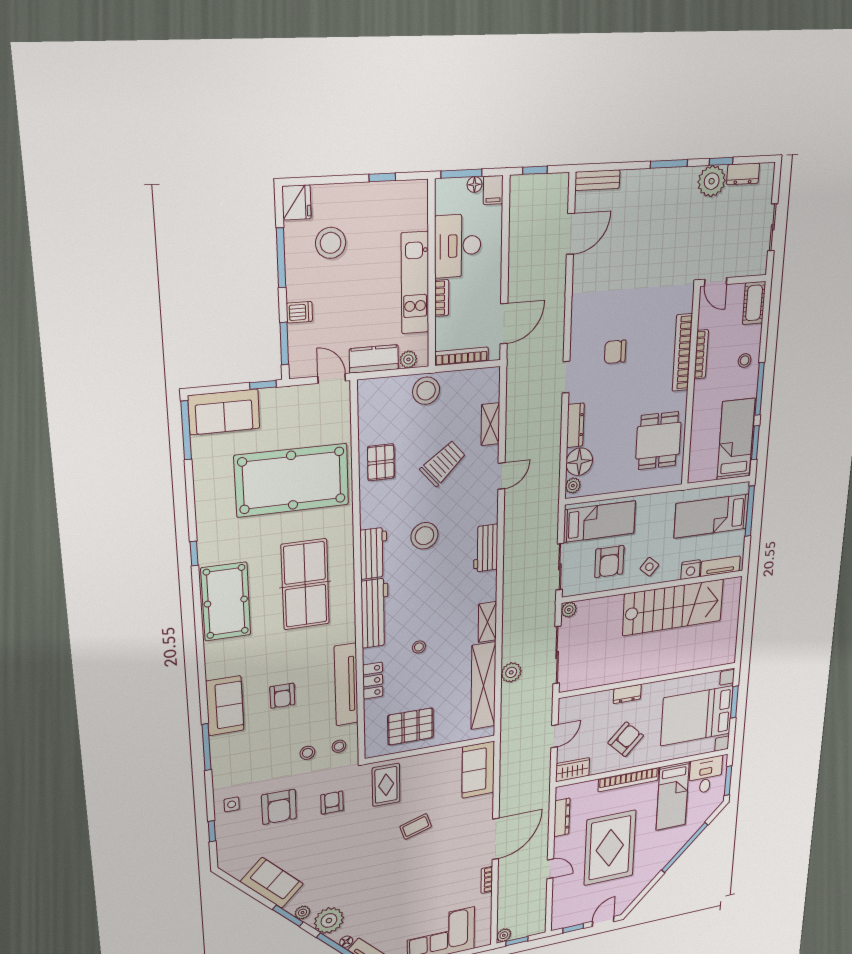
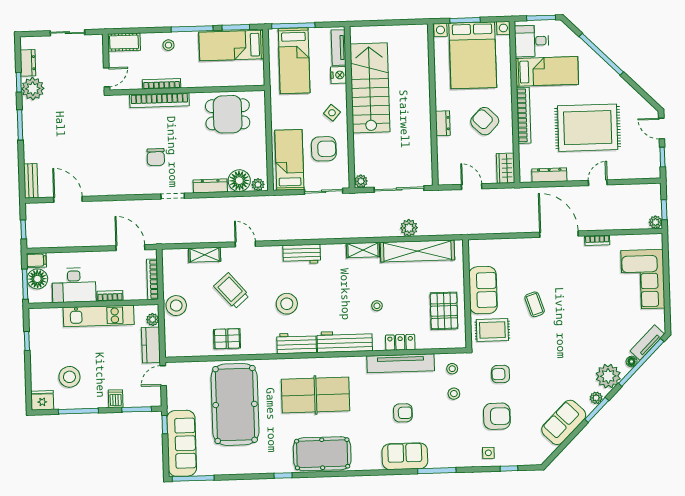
floor lamp: (474, 185) -> (37, 279), width x1.89, depth x1.89
sofa: (224, 412) -> (182, 443), width x1.36
sofa: (478, 770) -> (483, 290), moved, turned -90

